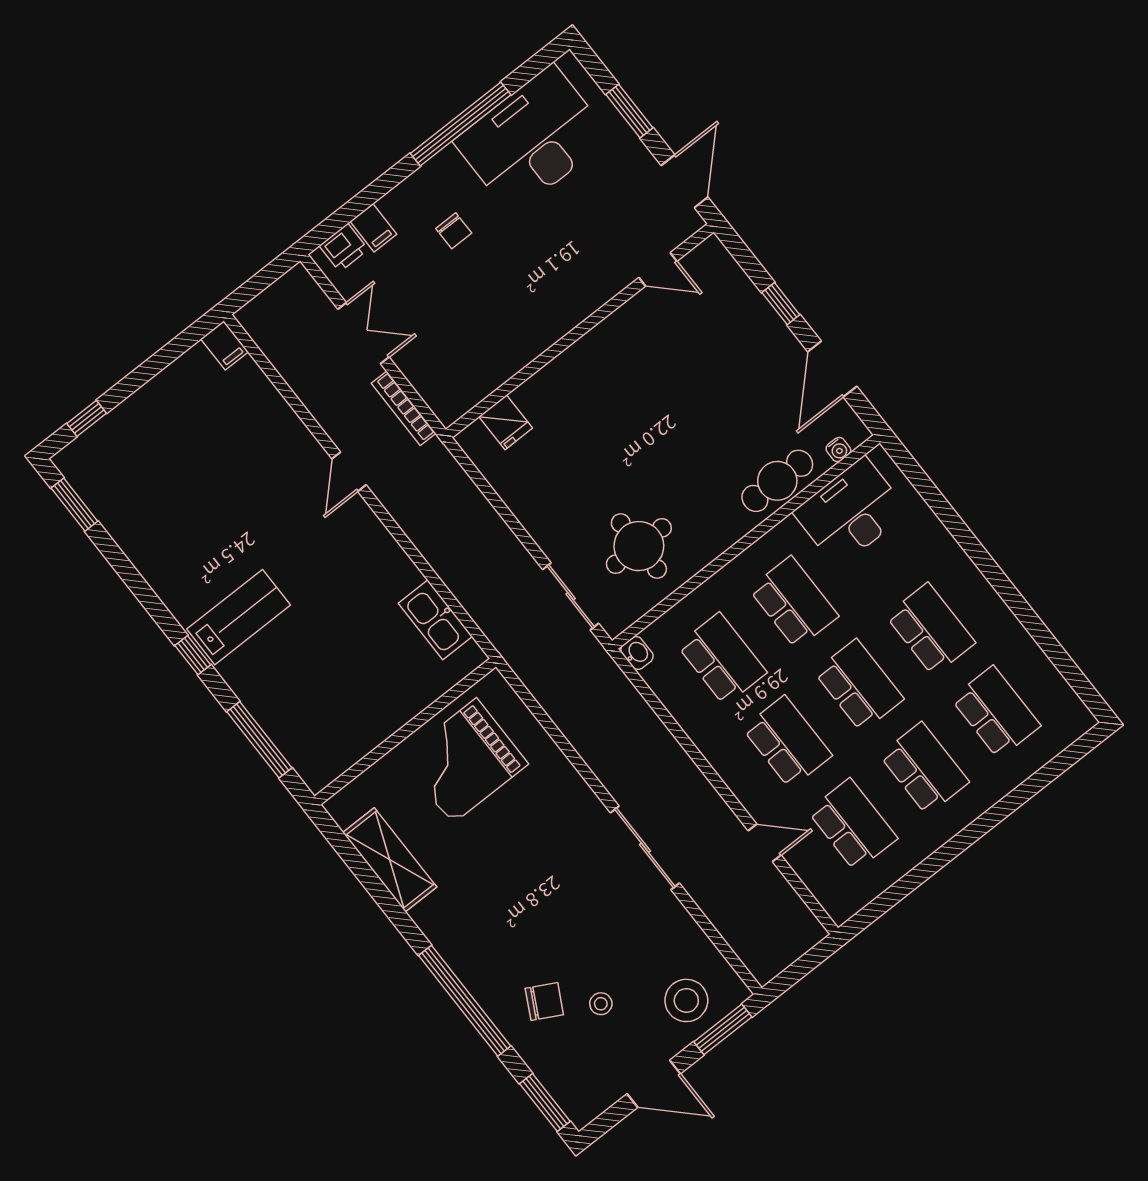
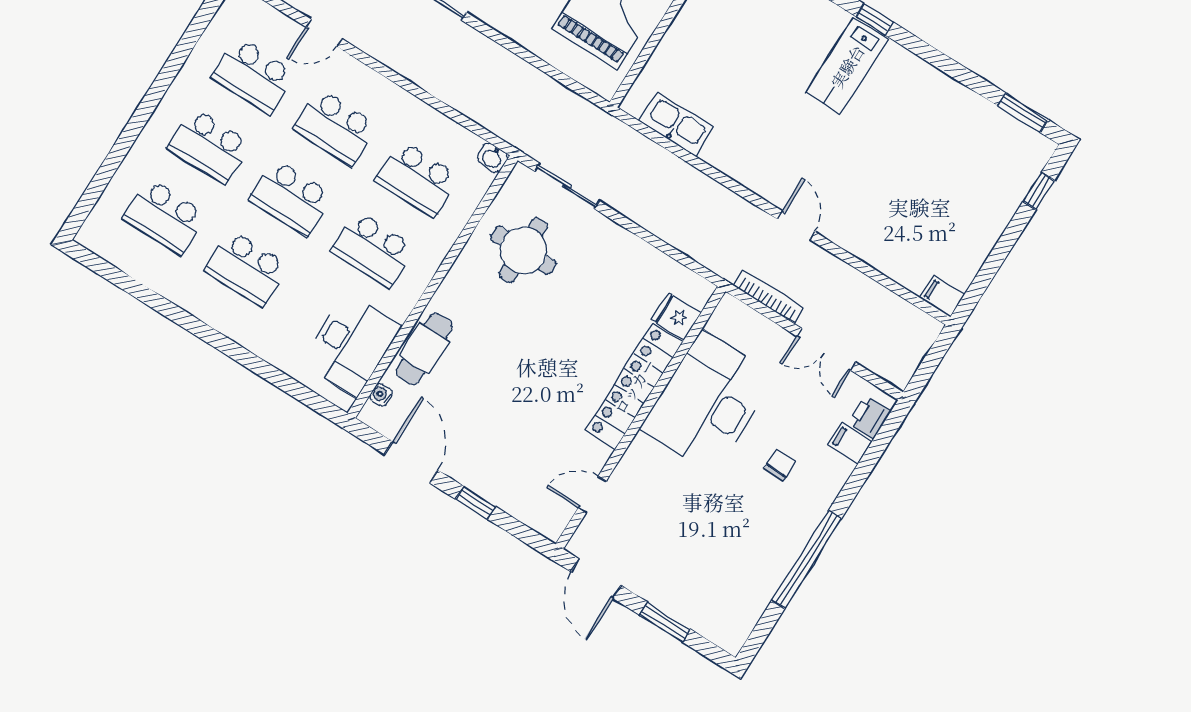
desk: (532, 139) -> (708, 402), moved, turned 180
chair: (454, 231) -> (780, 465), turned 90
locker: (575, 366) -> (634, 386), added

